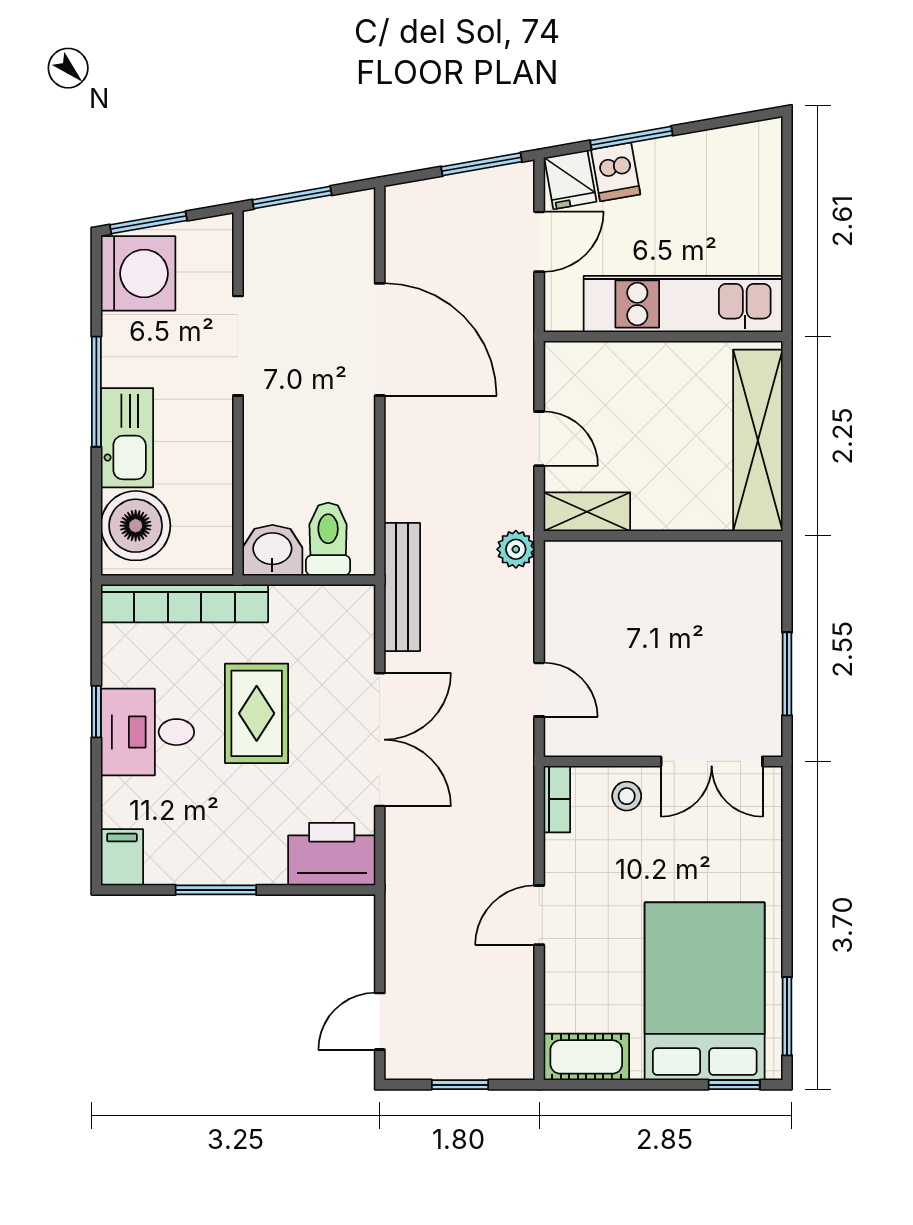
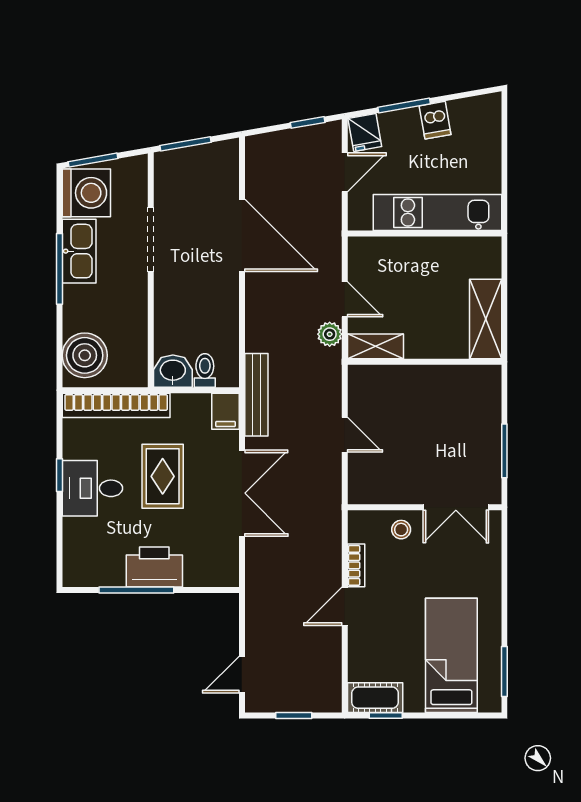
window: (482, 164) -> (308, 122), width x0.67
dishwasher: (616, 172) -> (435, 120), moved
kitchen sink: (127, 438) -> (79, 251), moved
shelving: (758, 440) -> (486, 319), width x0.68
toilet: (328, 539) -> (205, 370), width x0.73, depth x0.72
plant: (516, 549) -> (330, 334), moved
door: (539, 690) -> (345, 435), moved
bookcase: (557, 799) -> (356, 565), moved
printer: (332, 854) -> (154, 567), moved
filing cabinet: (122, 857) -> (226, 411), moved, turned 180
window: (216, 890) -> (136, 590), width x1.44
bed: (705, 991) -> (451, 655), width x0.67
window: (734, 1085) -> (386, 715), moved

